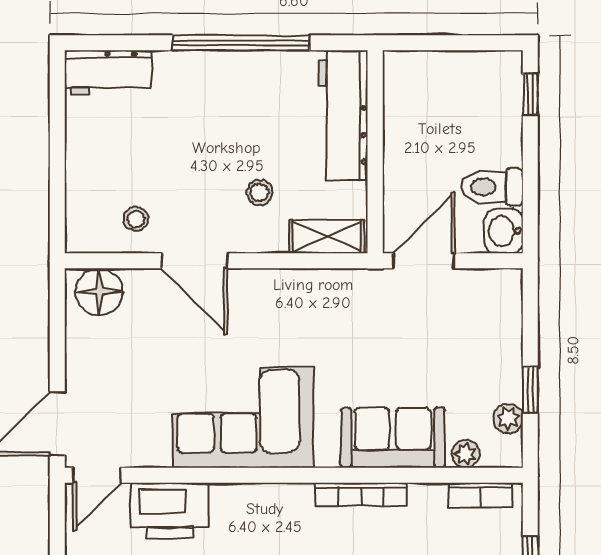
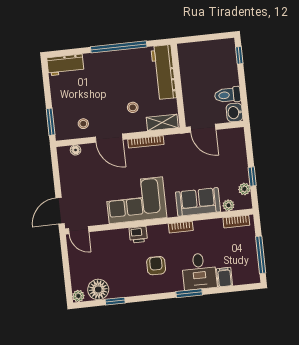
window: (57, 206) -> (51, 122), added
door: (424, 261) -> (203, 128), swing flipped
bookcase: (282, 279) -> (146, 142), added
floor lamp: (99, 292) -> (76, 150), width x0.53, depth x0.53
door: (97, 475) -> (79, 230), hinge flipped
bookcase: (361, 494) -> (181, 227), width x0.64
printer: (170, 510) -> (138, 235), moved, width x0.53, depth x0.68

